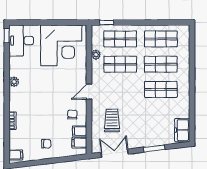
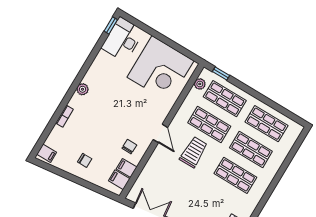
plant: (96, 55) -> (200, 84), moved
plant: (14, 82) -> (82, 89), moved
door: (89, 92) -> (160, 133), swing flipped
trolley: (112, 120) -> (194, 152), moved

